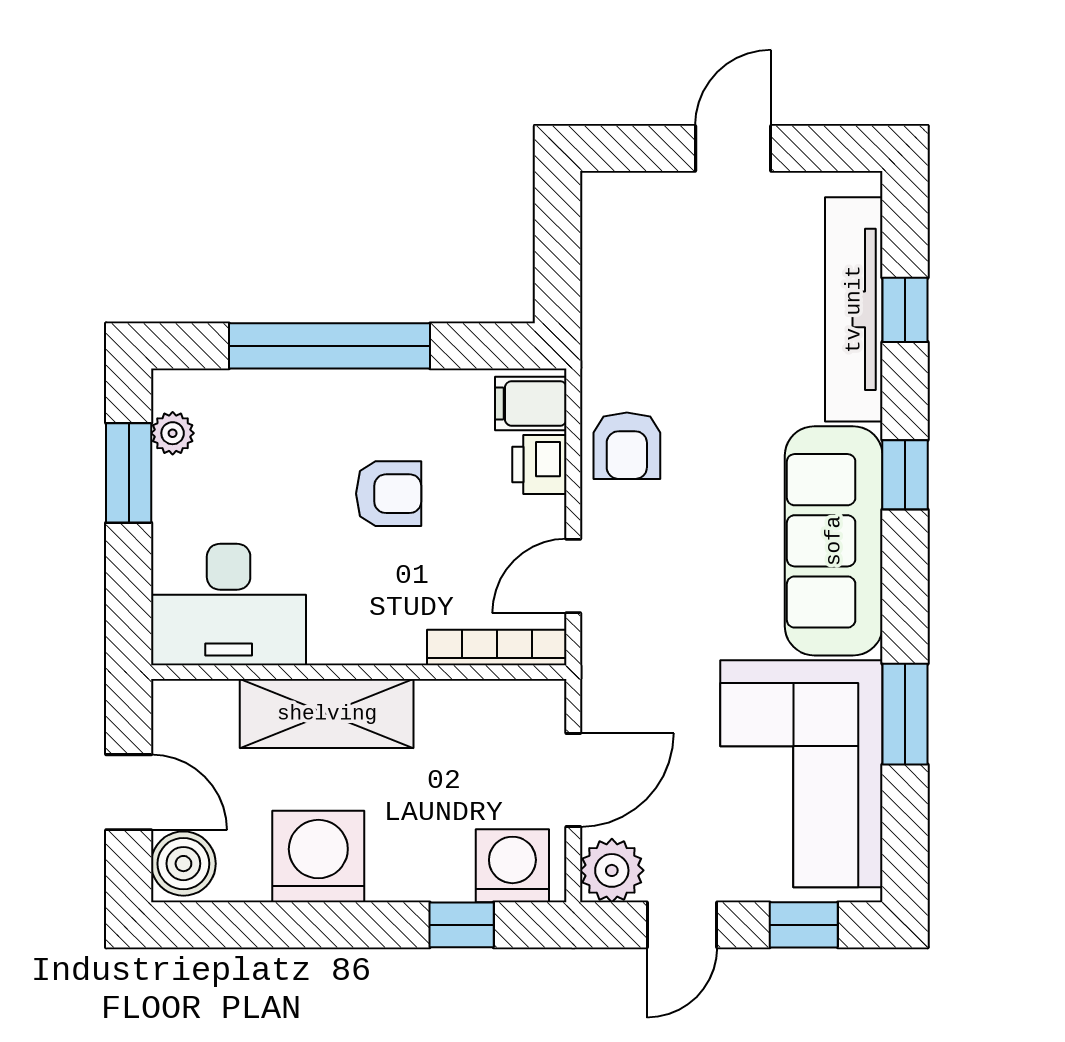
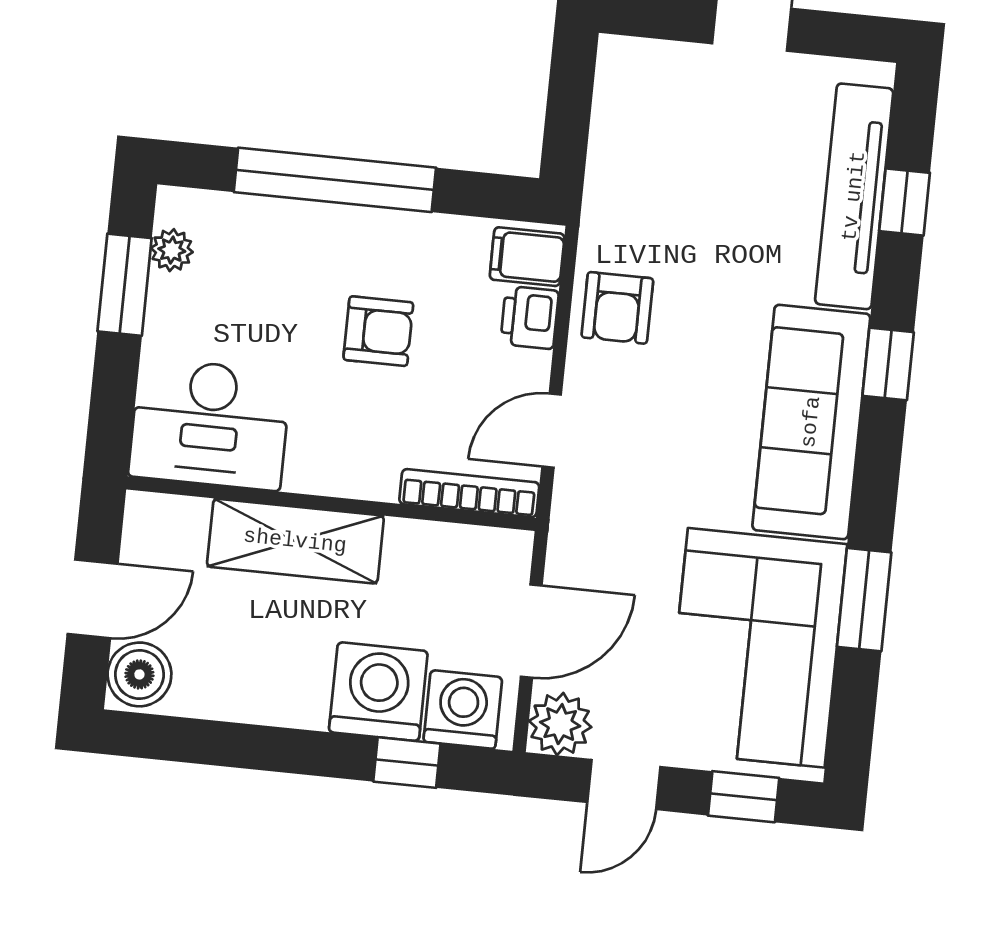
door: (129, 792) -> (93, 599), hinge flipped
washing machine: (318, 856) -> (378, 692), moved

